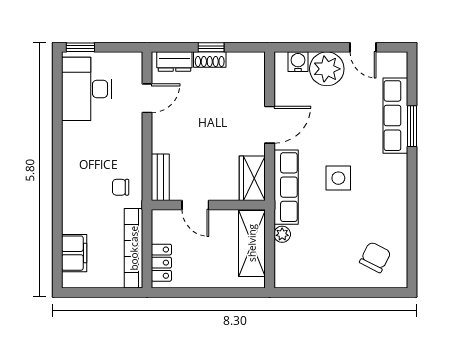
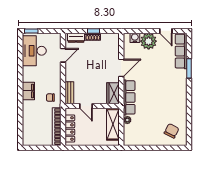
row of seats: (395, 116) -> (181, 51), moved
side table: (338, 178) -> (154, 93), removed
filing cabinet: (74, 253) -> (28, 91), moved
locker: (161, 263) -> (70, 128), width x1.53

